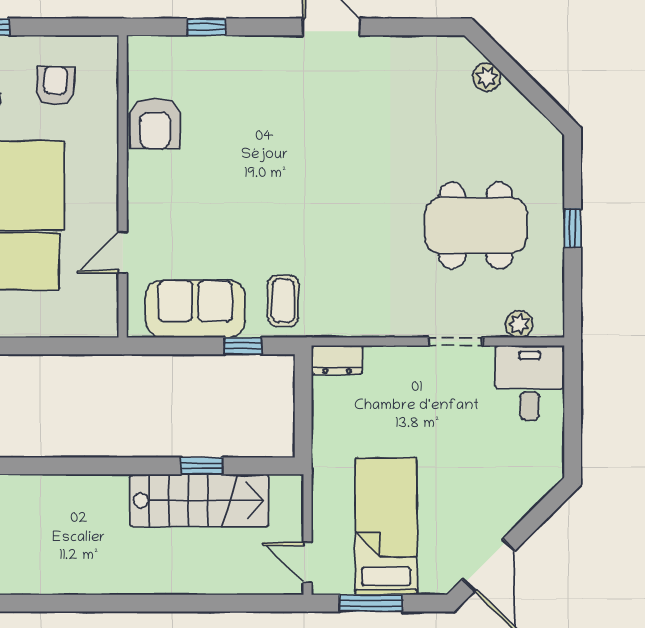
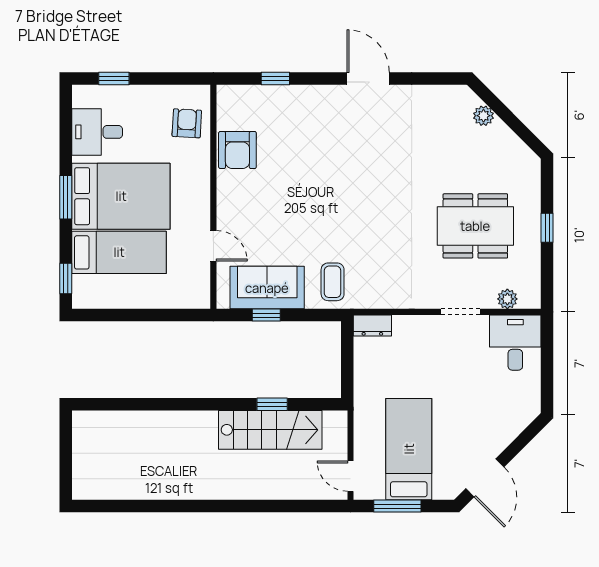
armchair: (55, 86) -> (187, 123), moved
door: (123, 252) -> (213, 246), swing flipped
window: (243, 346) -> (266, 315), moved

